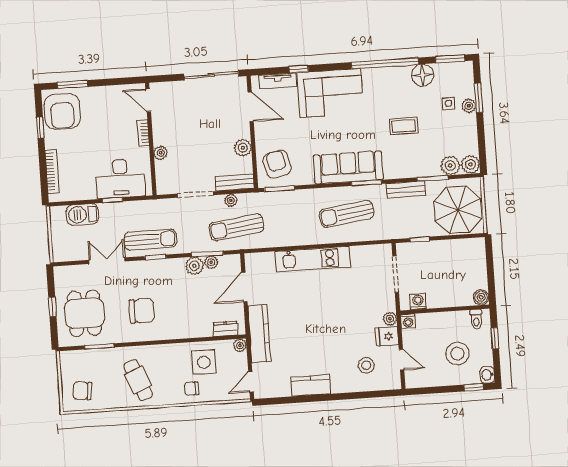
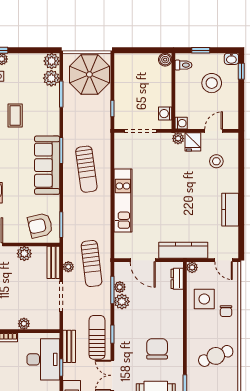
bench: (406, 189) -> (69, 346), moved

